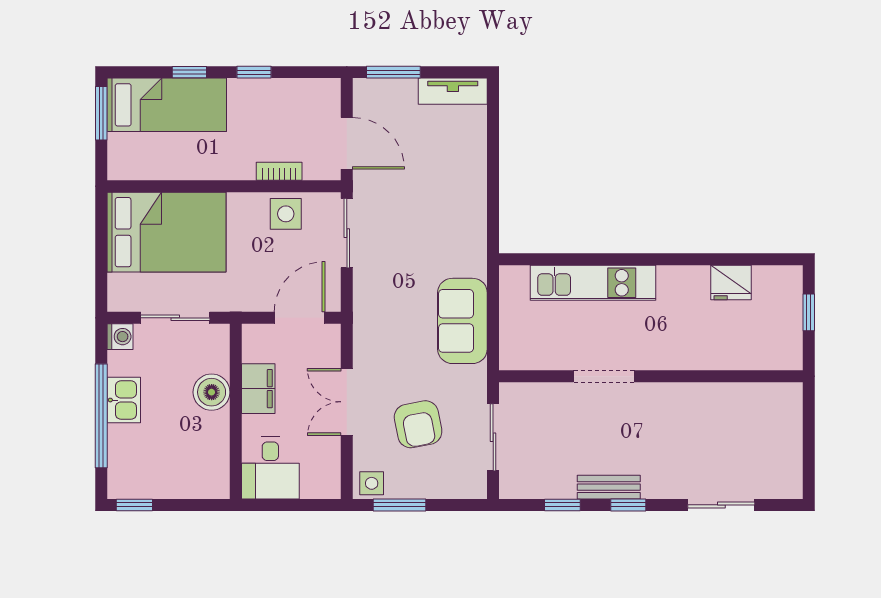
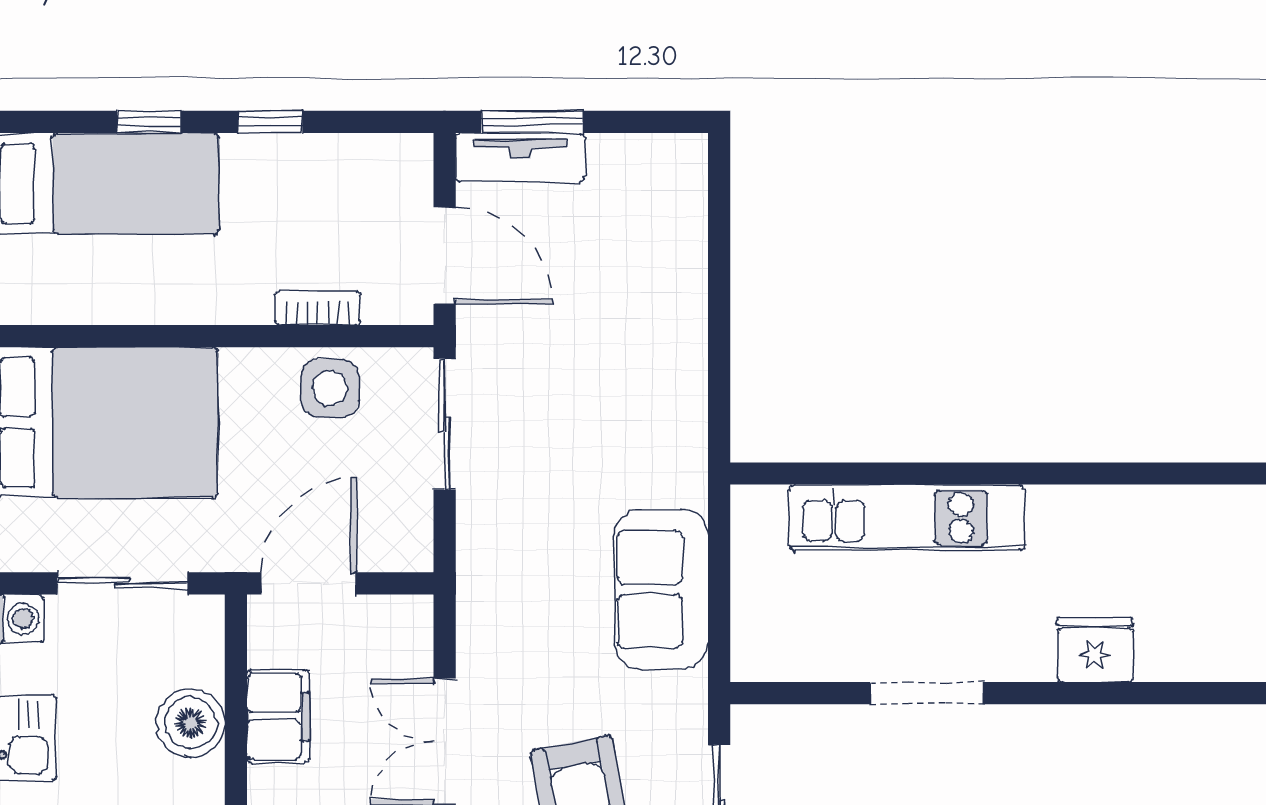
tv unit: (453, 91) -> (520, 158), moved
fridge: (731, 282) -> (1095, 650), moved, turned 180
door: (300, 318) -> (309, 583), moved

